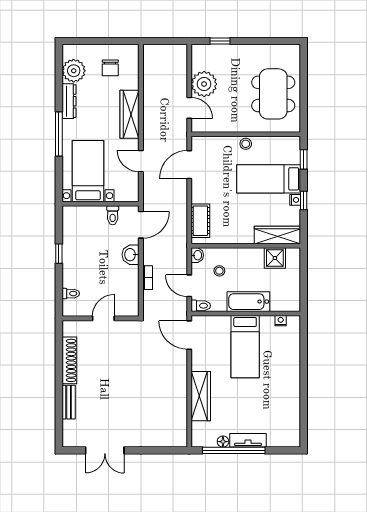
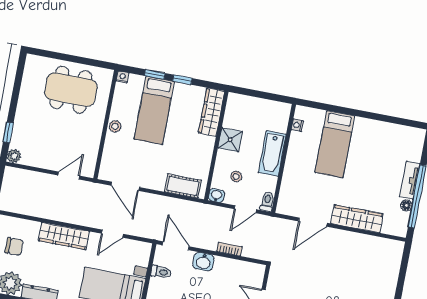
plant: (204, 84) -> (14, 156), moved, width x0.53, depth x0.53
window: (304, 159) -> (155, 74), moved
nightstand: (295, 200) -> (122, 77), moved
shower: (275, 258) -> (230, 140), moved
door: (189, 335) -> (313, 222), moved
bed: (245, 347) -> (335, 144), moved, turned 90

